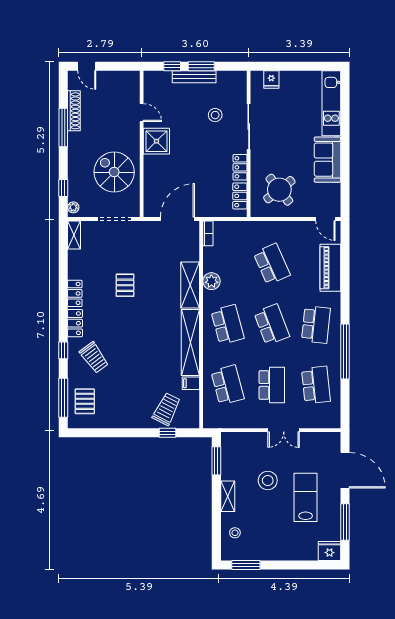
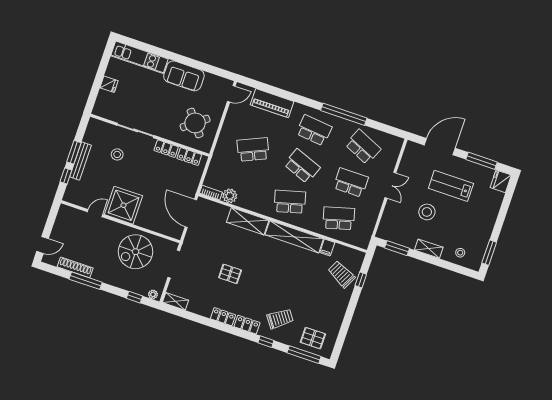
fridge: (271, 80) -> (109, 84), moved
shower: (156, 141) -> (123, 205), width x1.37, depth x1.37
plant: (211, 281) -> (230, 196), moved
school desk: (272, 325) -> (302, 166), turned 42
school desk: (316, 385) -> (363, 147), turned 30

